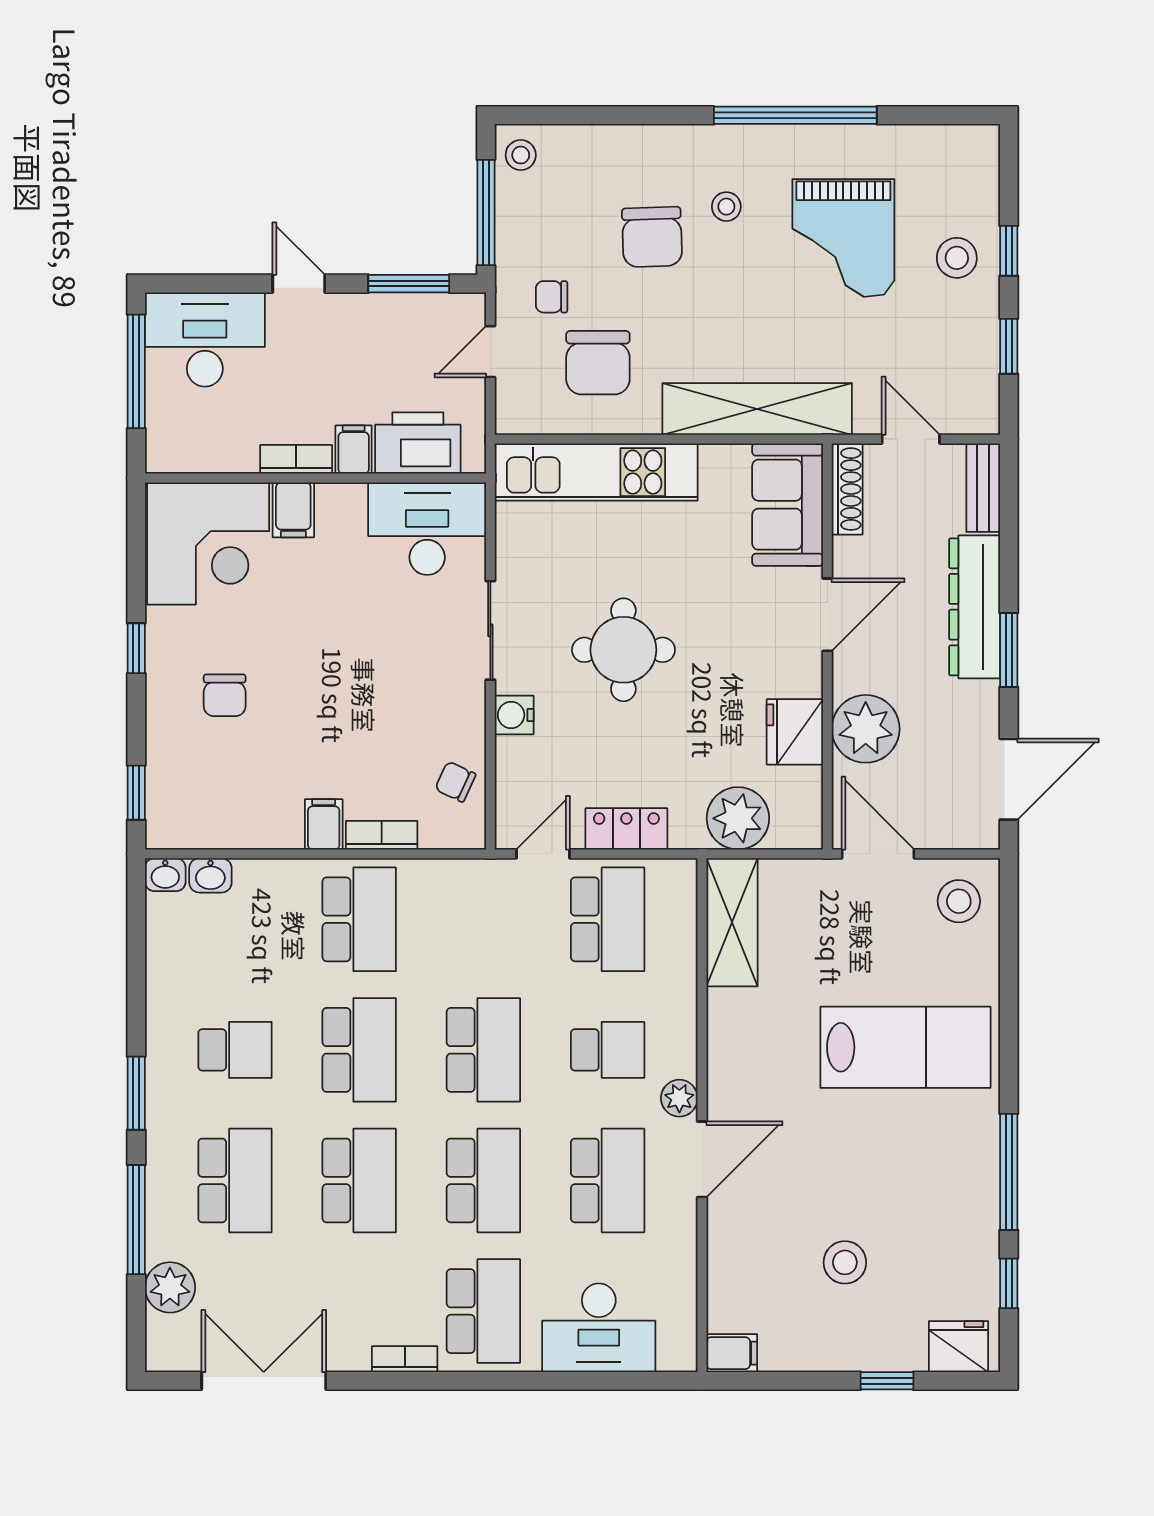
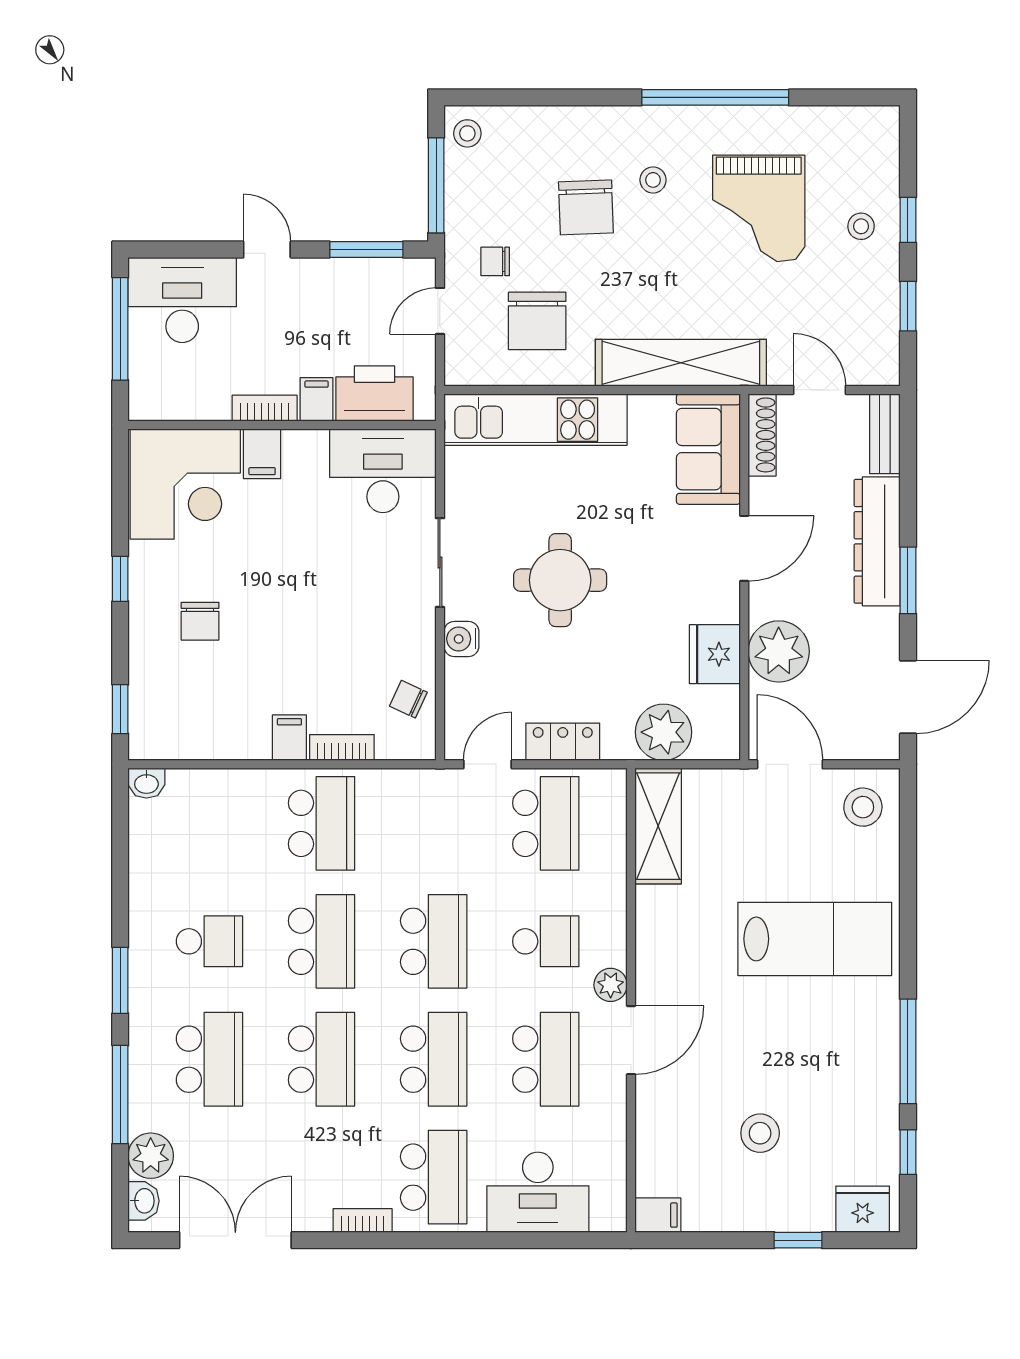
stool: (957, 258) -> (861, 226), width x0.73, depth x0.73
washbasin: (210, 875) -> (144, 1201), moved, turned -90

